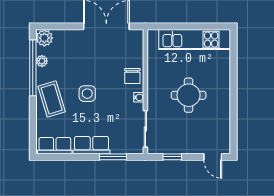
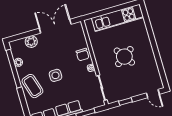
plant: (44, 38) -> (31, 42), moved
round table: (189, 95) -> (124, 57), turned -35

